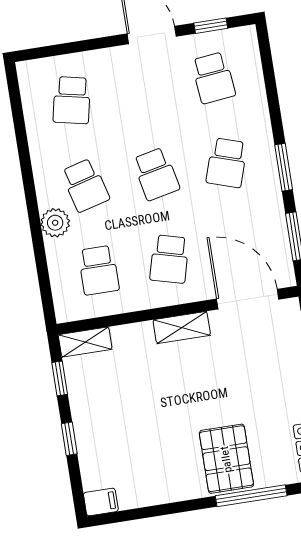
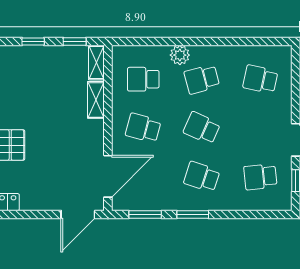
school desk: (156, 174) -> (202, 128), turned 36
shelving: (182, 327) -> (96, 100), moved

